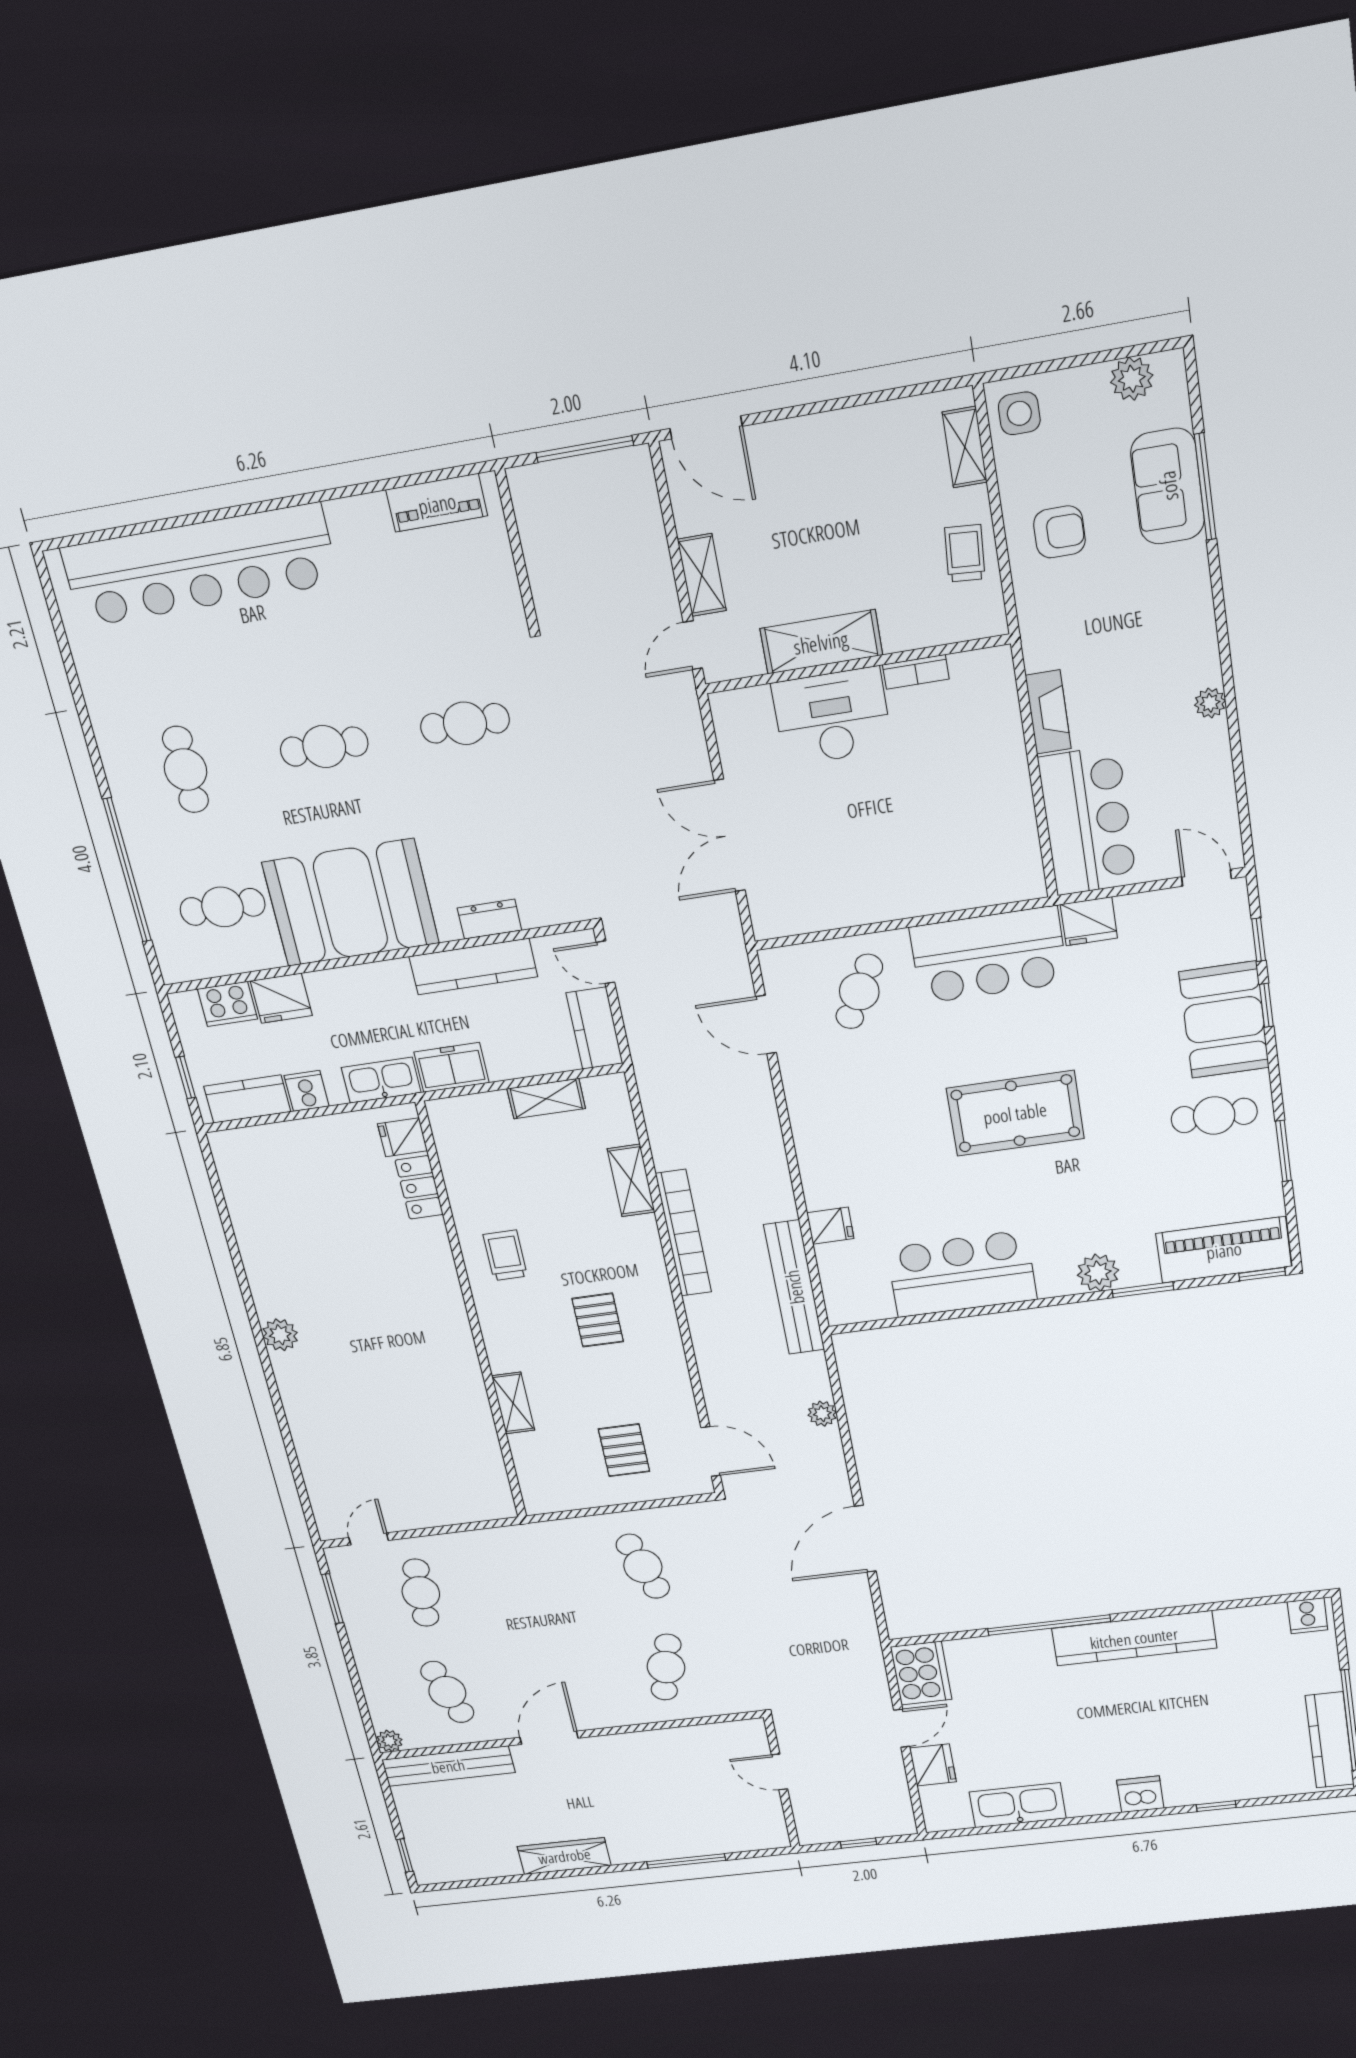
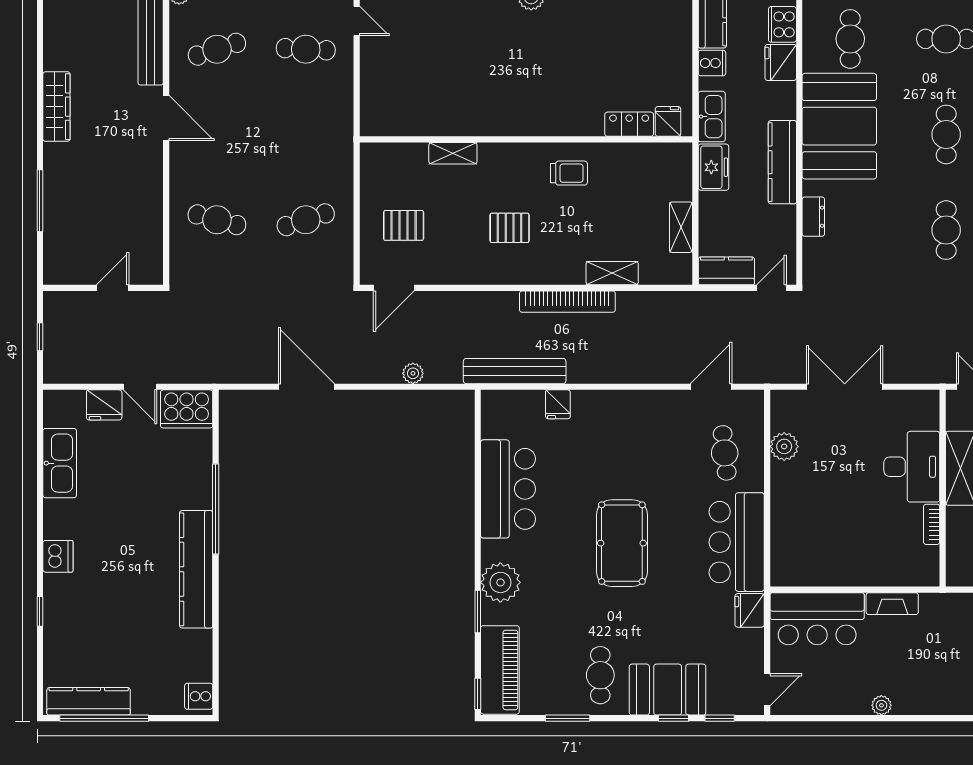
plant: (835, 909) -> (784, 446), added
kitchen counter: (473, 967) -> (782, 162), moved
cafe table: (859, 991) -> (725, 453), turned 55
plant: (1098, 1273) -> (500, 582), width x1.36, depth x1.36

